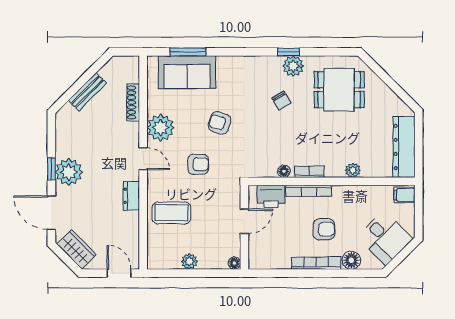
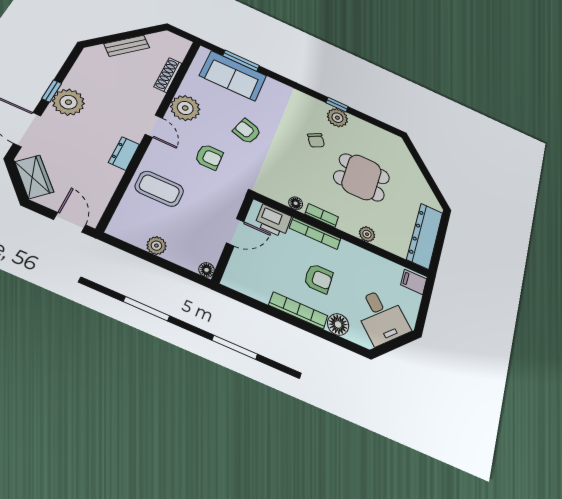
dining table: (339, 90) -> (362, 177), moved

